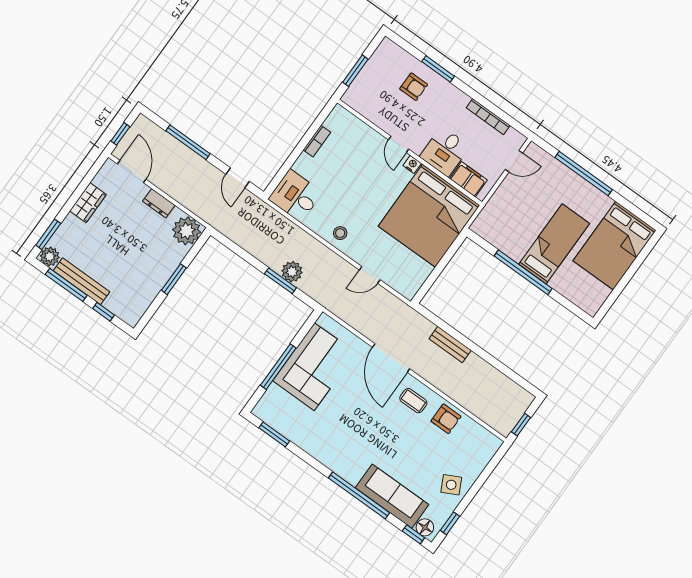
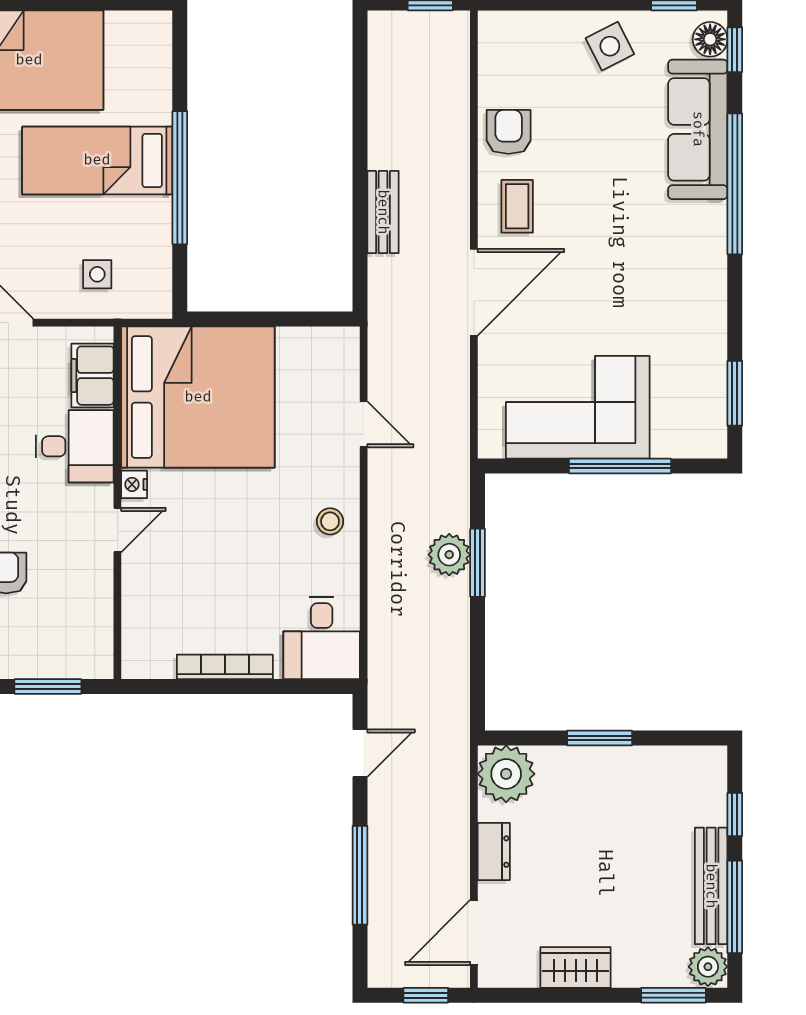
bookcase: (317, 141) -> (225, 667), width x1.56
side table: (508, 211) -> (97, 274), added

